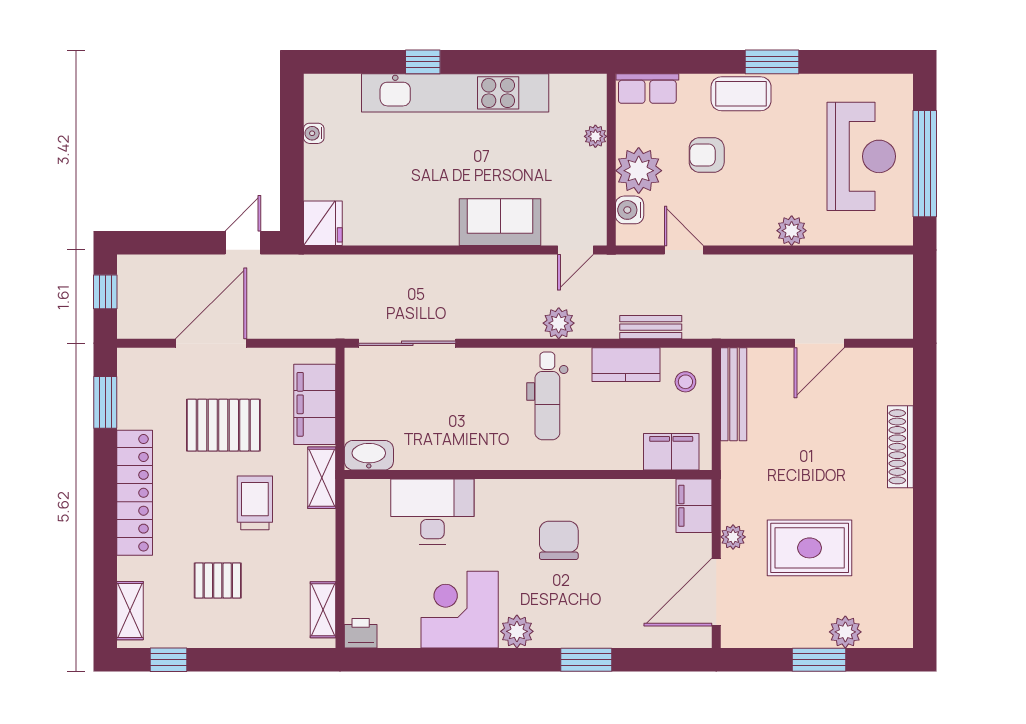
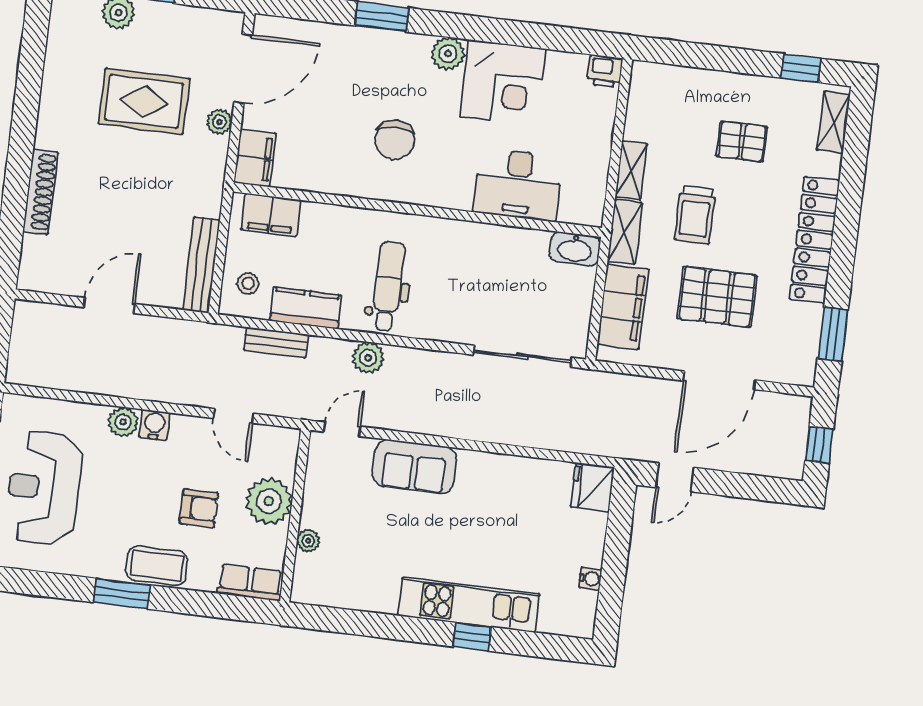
kitchen unit: (455, 93) -> (469, 605), width x0.73
water cooler: (630, 210) -> (154, 425), moved, turned -90
shelving: (323, 610) -> (631, 170), moved

